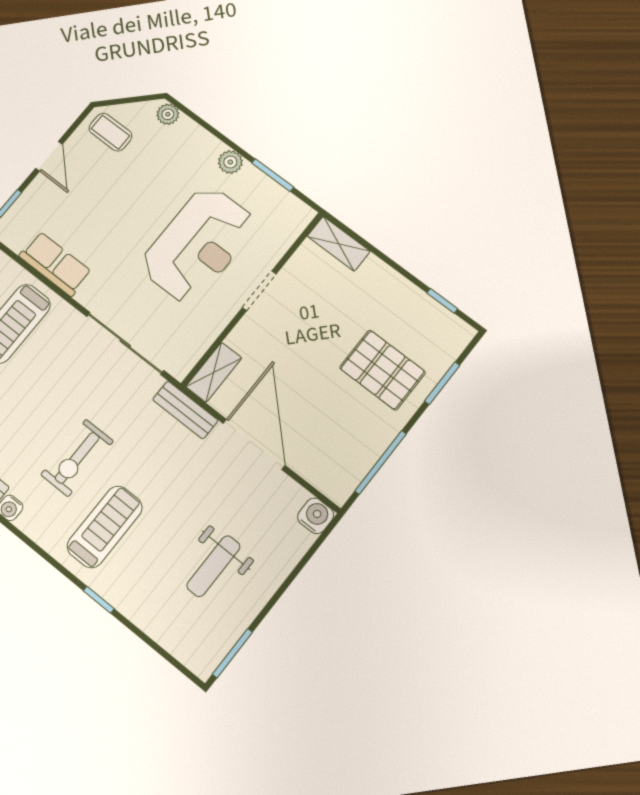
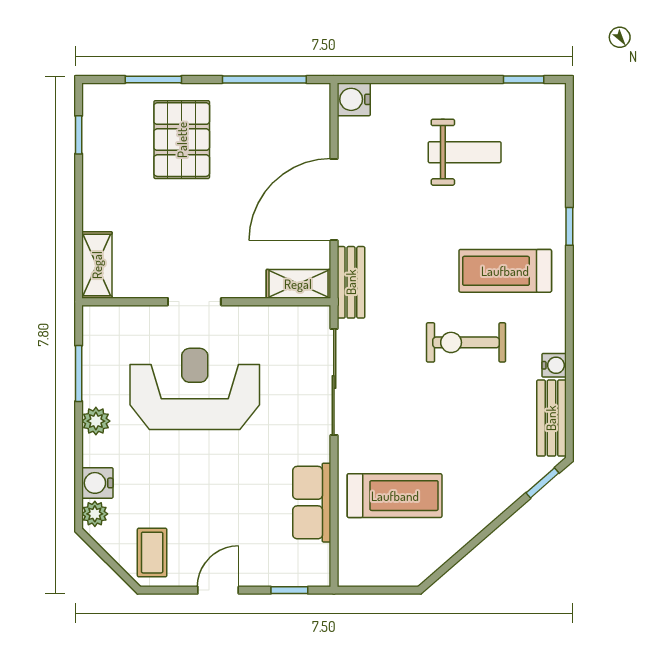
water cooler: (187, 132) -> (97, 483), added
exercise bike: (77, 458) -> (466, 342), turned 180
window: (232, 653) -> (524, 80), width x0.67

